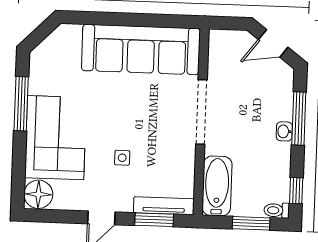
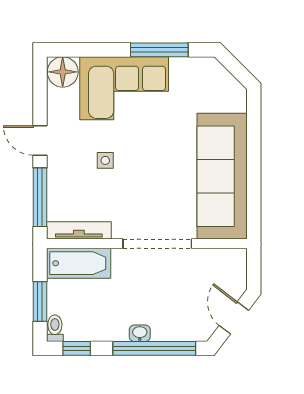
window: (299, 118) -> (154, 348), width x1.46
tv unit: (164, 206) -> (79, 230), moved, turned -90
window: (154, 220) -> (40, 197), width x1.44

